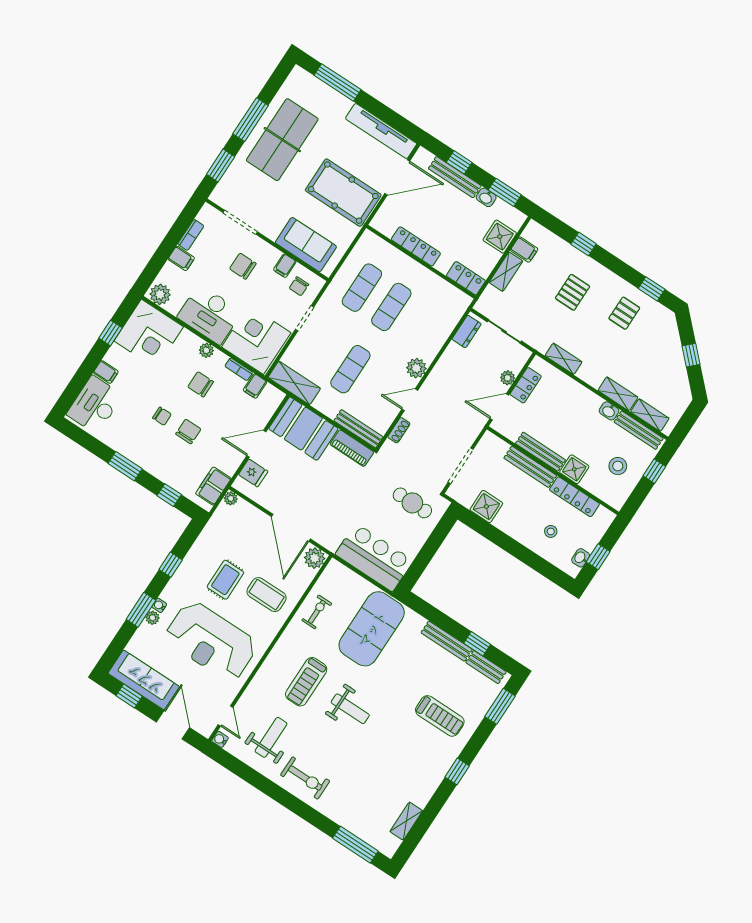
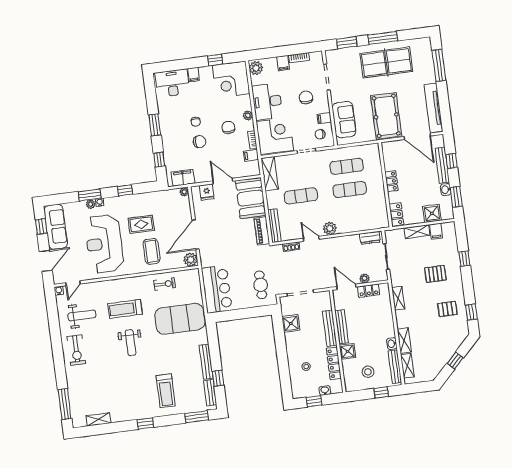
locker: (416, 246) -> (391, 181), width x0.66
washbasin: (581, 558) -> (325, 390), moved

